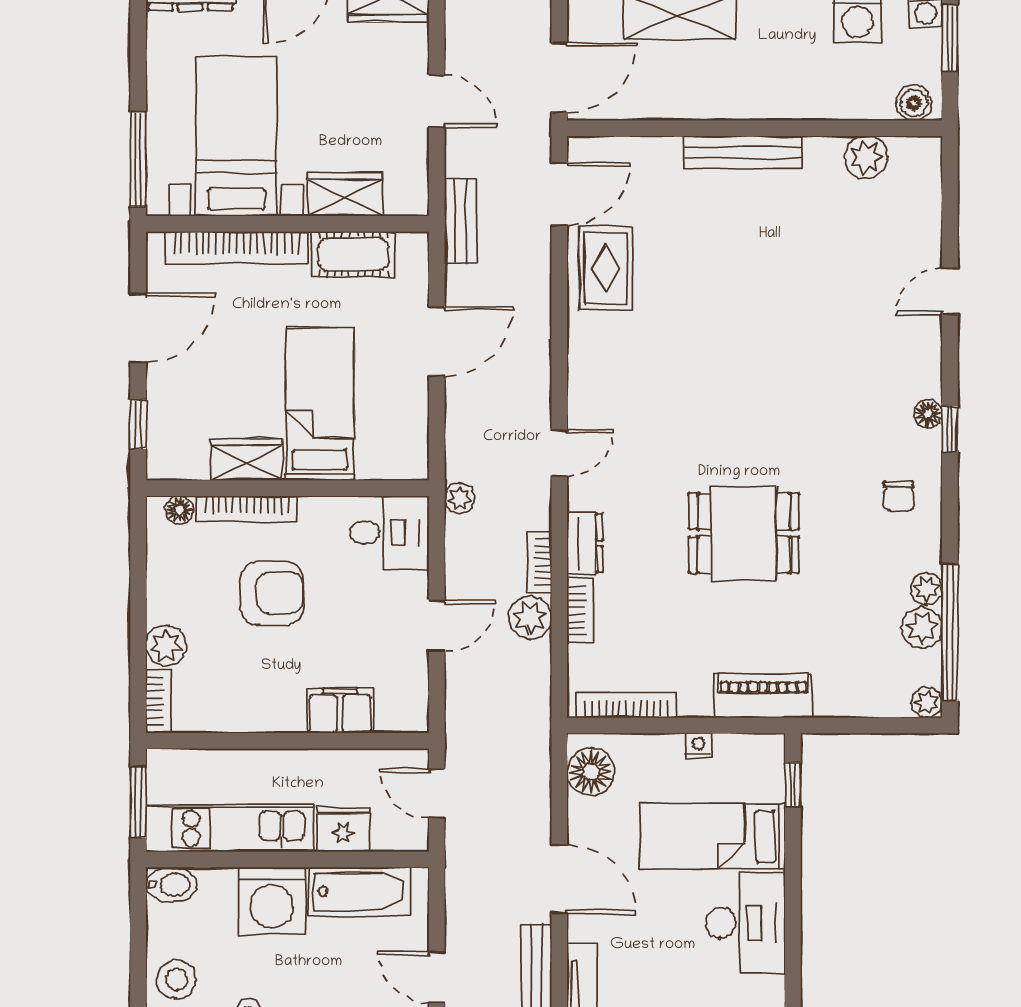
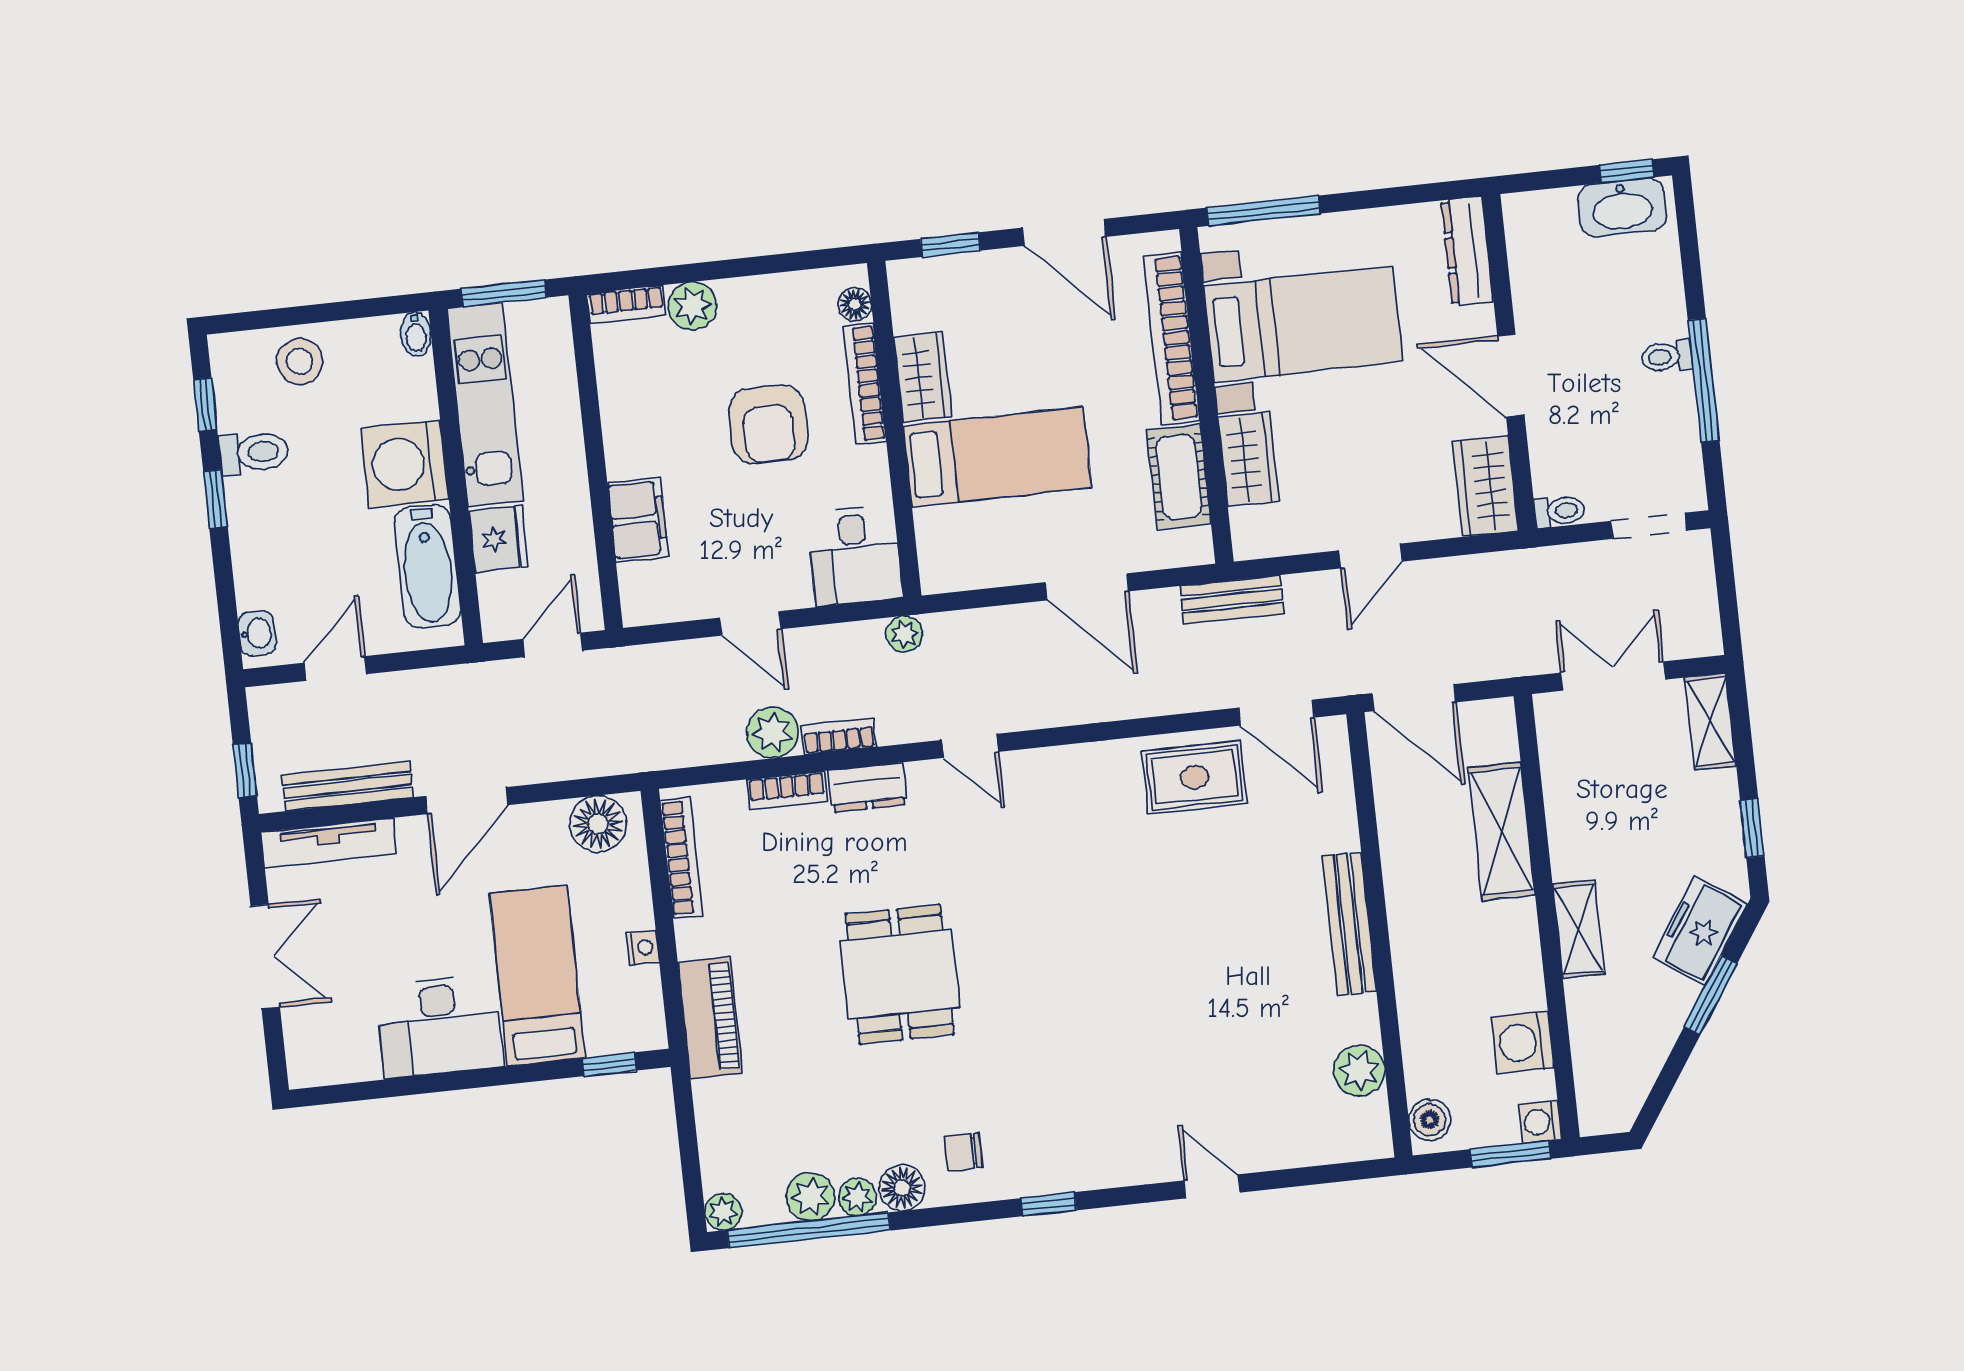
floor lamp: (928, 414) -> (902, 1188), moved, width x1.37, depth x1.37
bidet: (171, 885) -> (416, 334), width x0.72, depth x0.74

